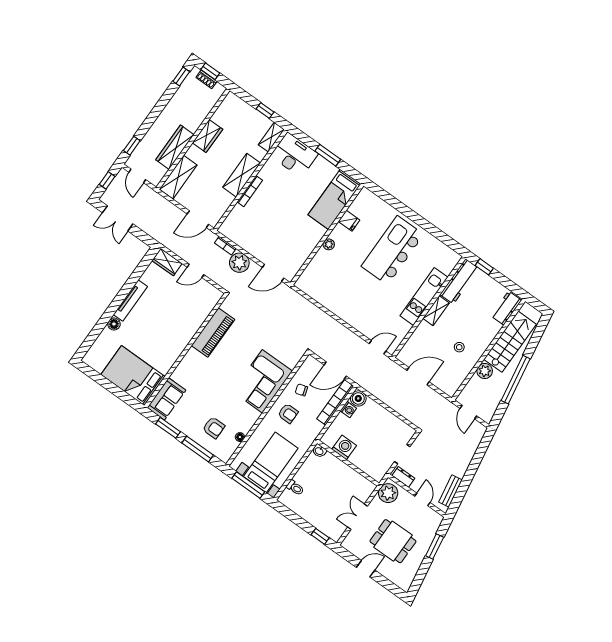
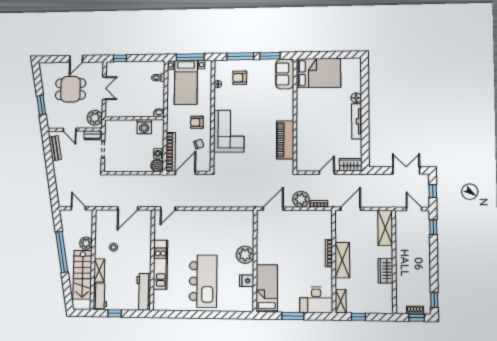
wardrobe: (175, 147) -> (402, 247), removed
plant: (329, 244) -> (245, 255), width x1.88, depth x1.88
window: (484, 267) -> (115, 313), moved
shelving: (436, 311) -> (99, 270), moved

